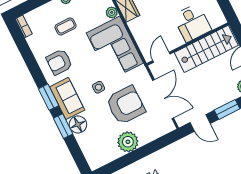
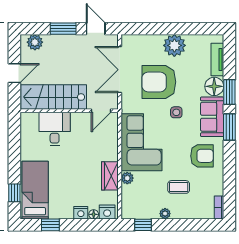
tv unit: (87, 148) -> (217, 60), added

